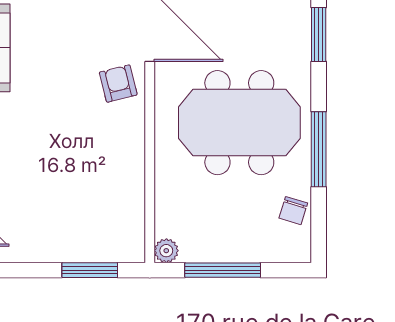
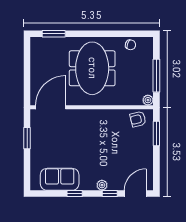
armchair: (118, 84) -> (138, 119), moved
window: (319, 149) -> (104, 34), removed

